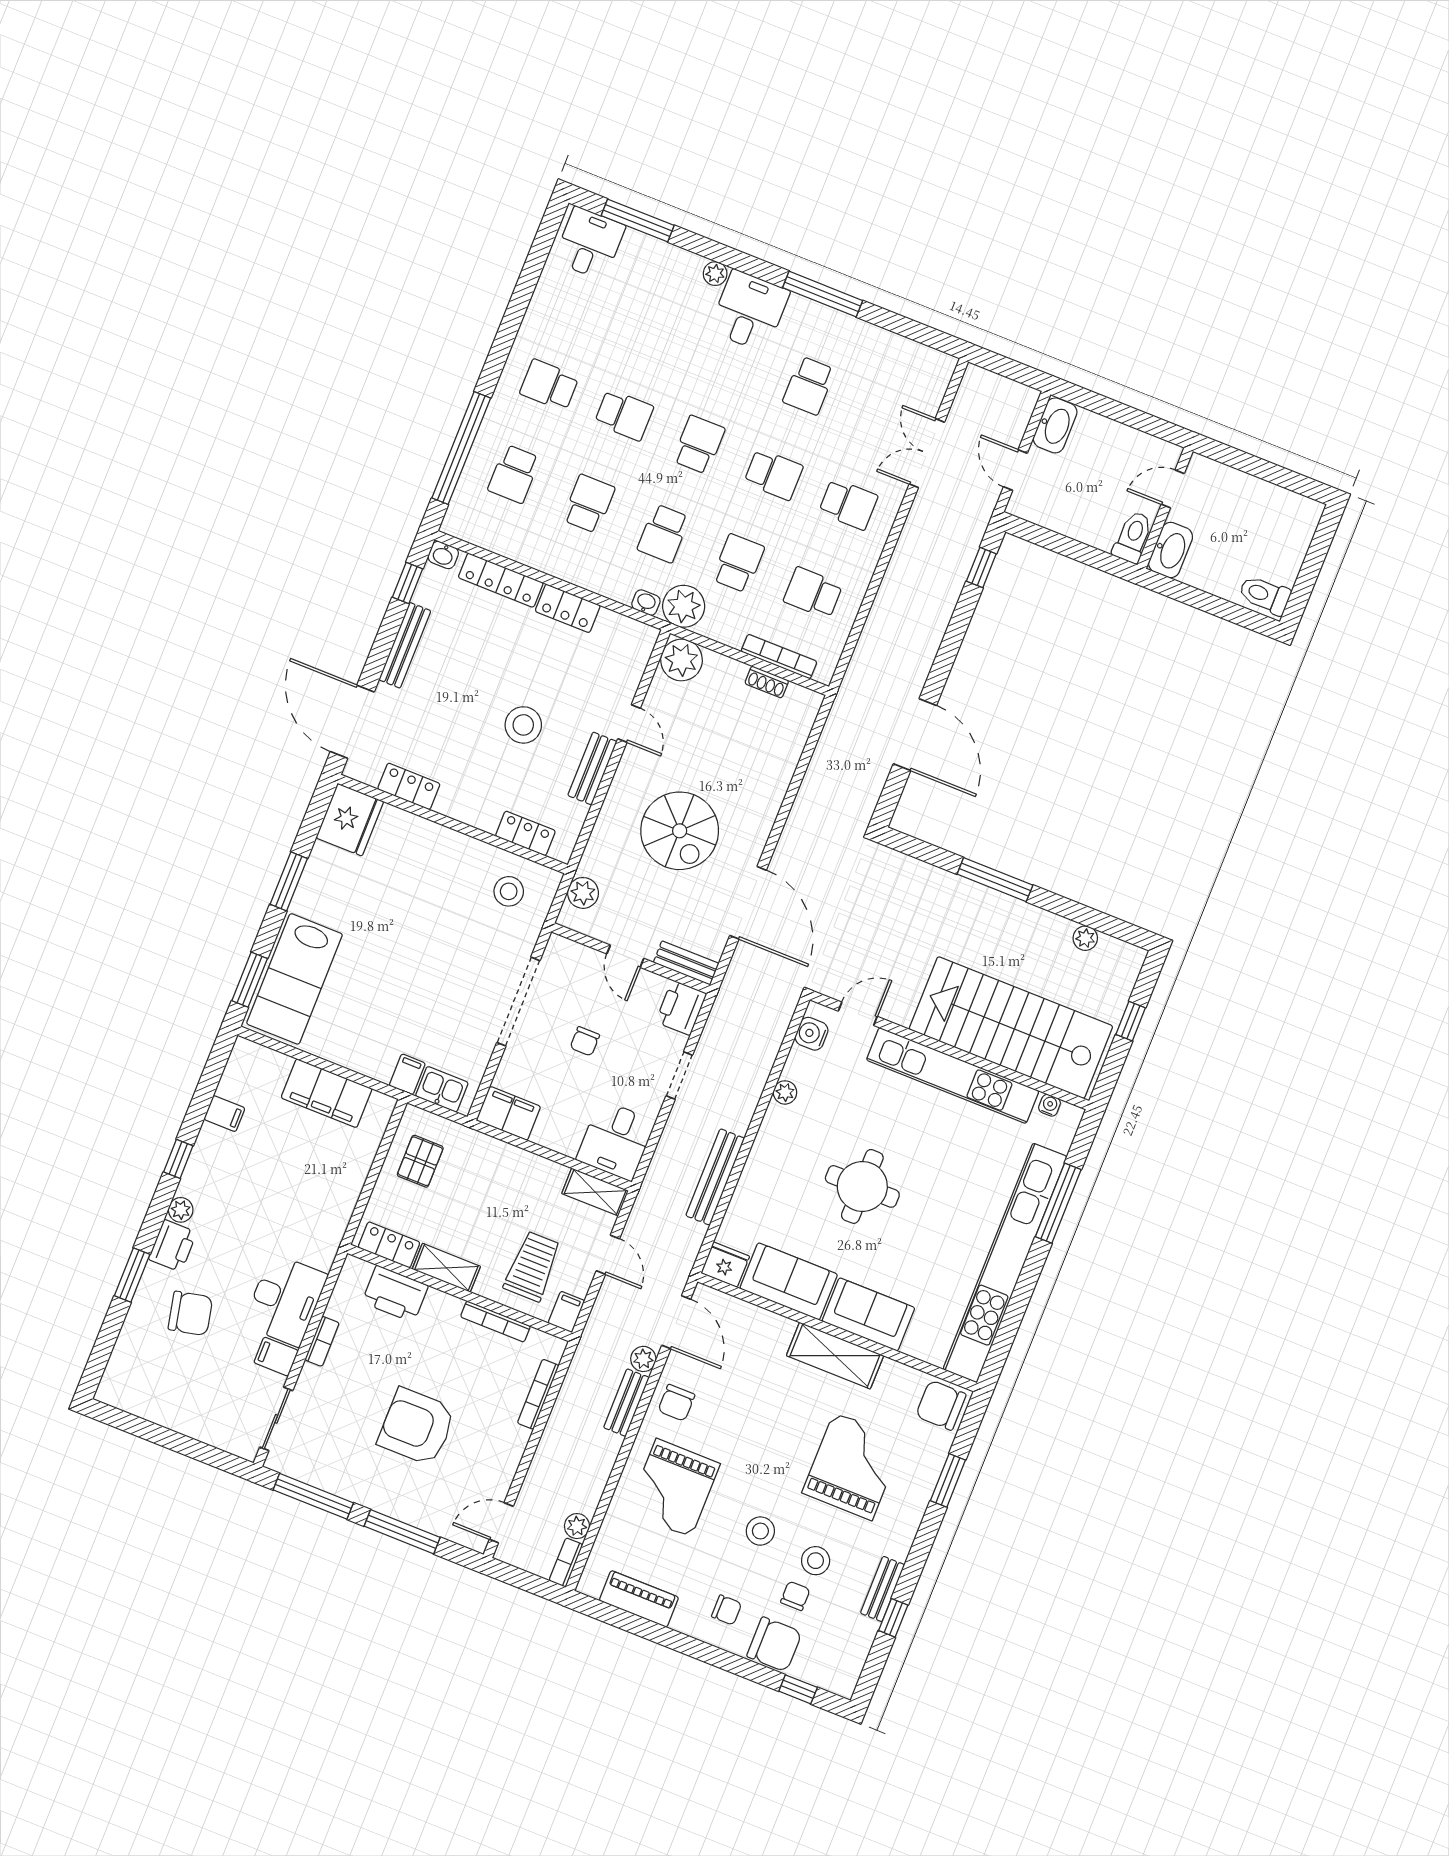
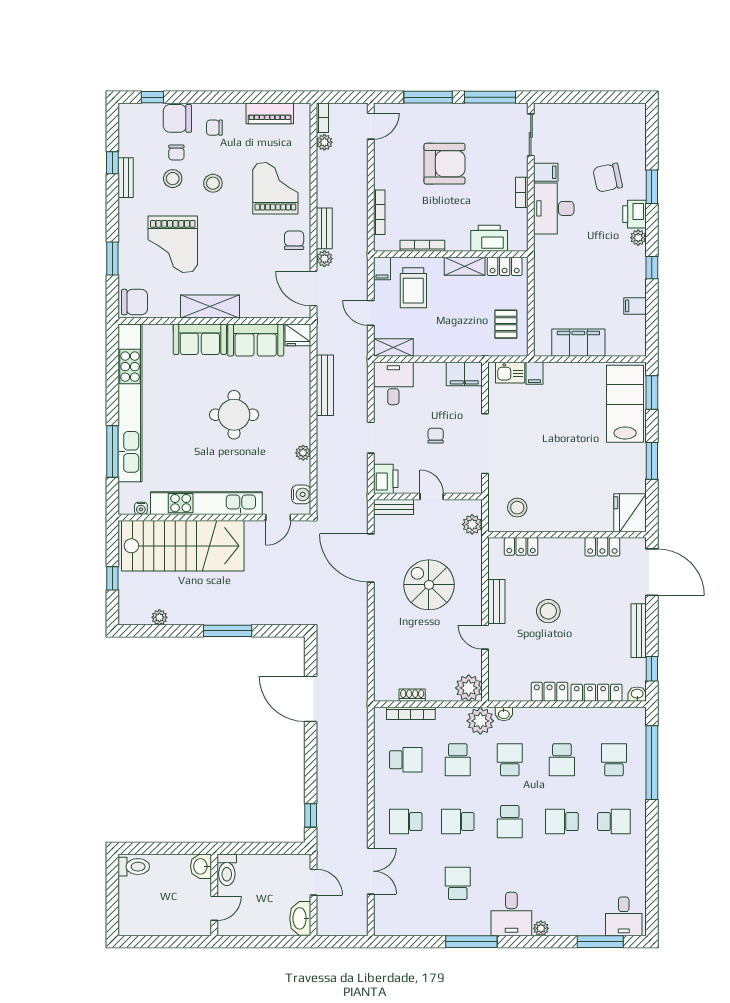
washbasin: (1171, 550) -> (201, 866), width x0.72

